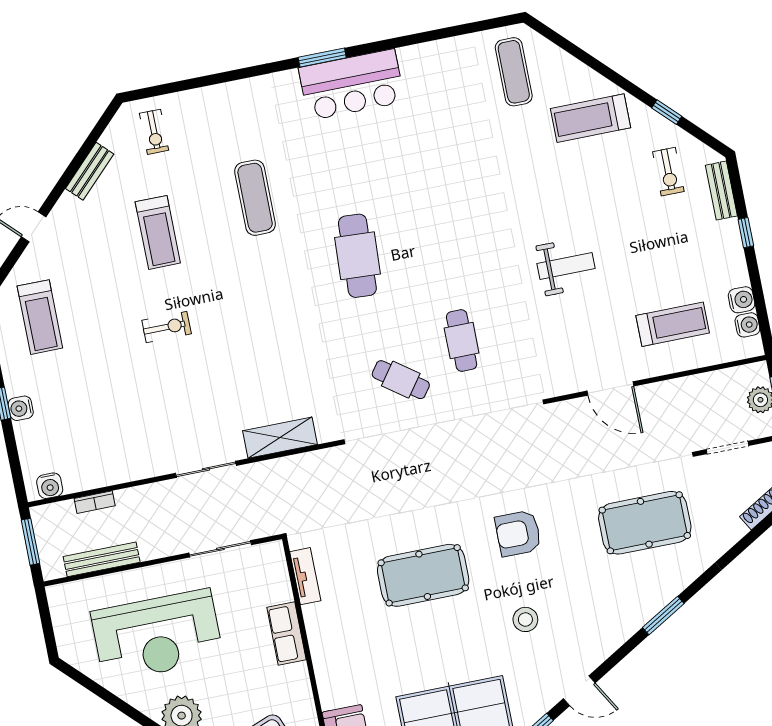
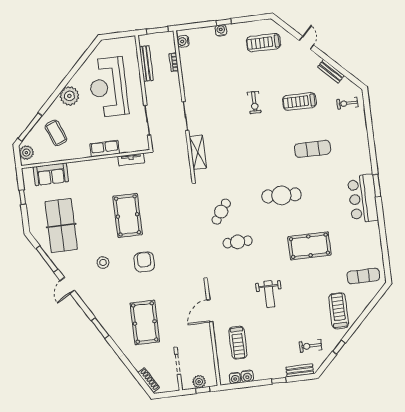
pool table: (459, 189) -> (309, 246), added

